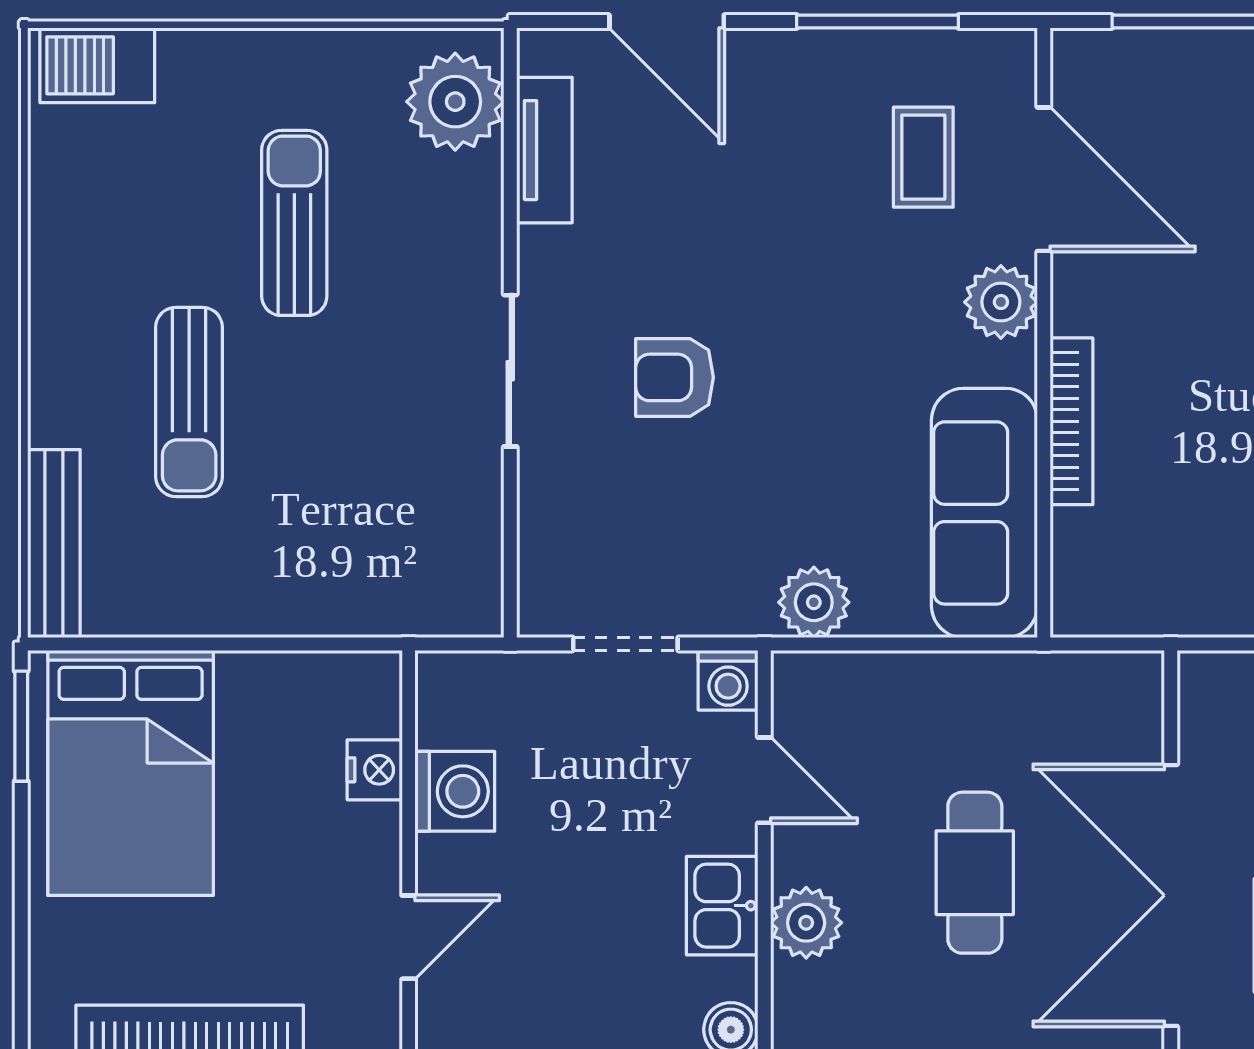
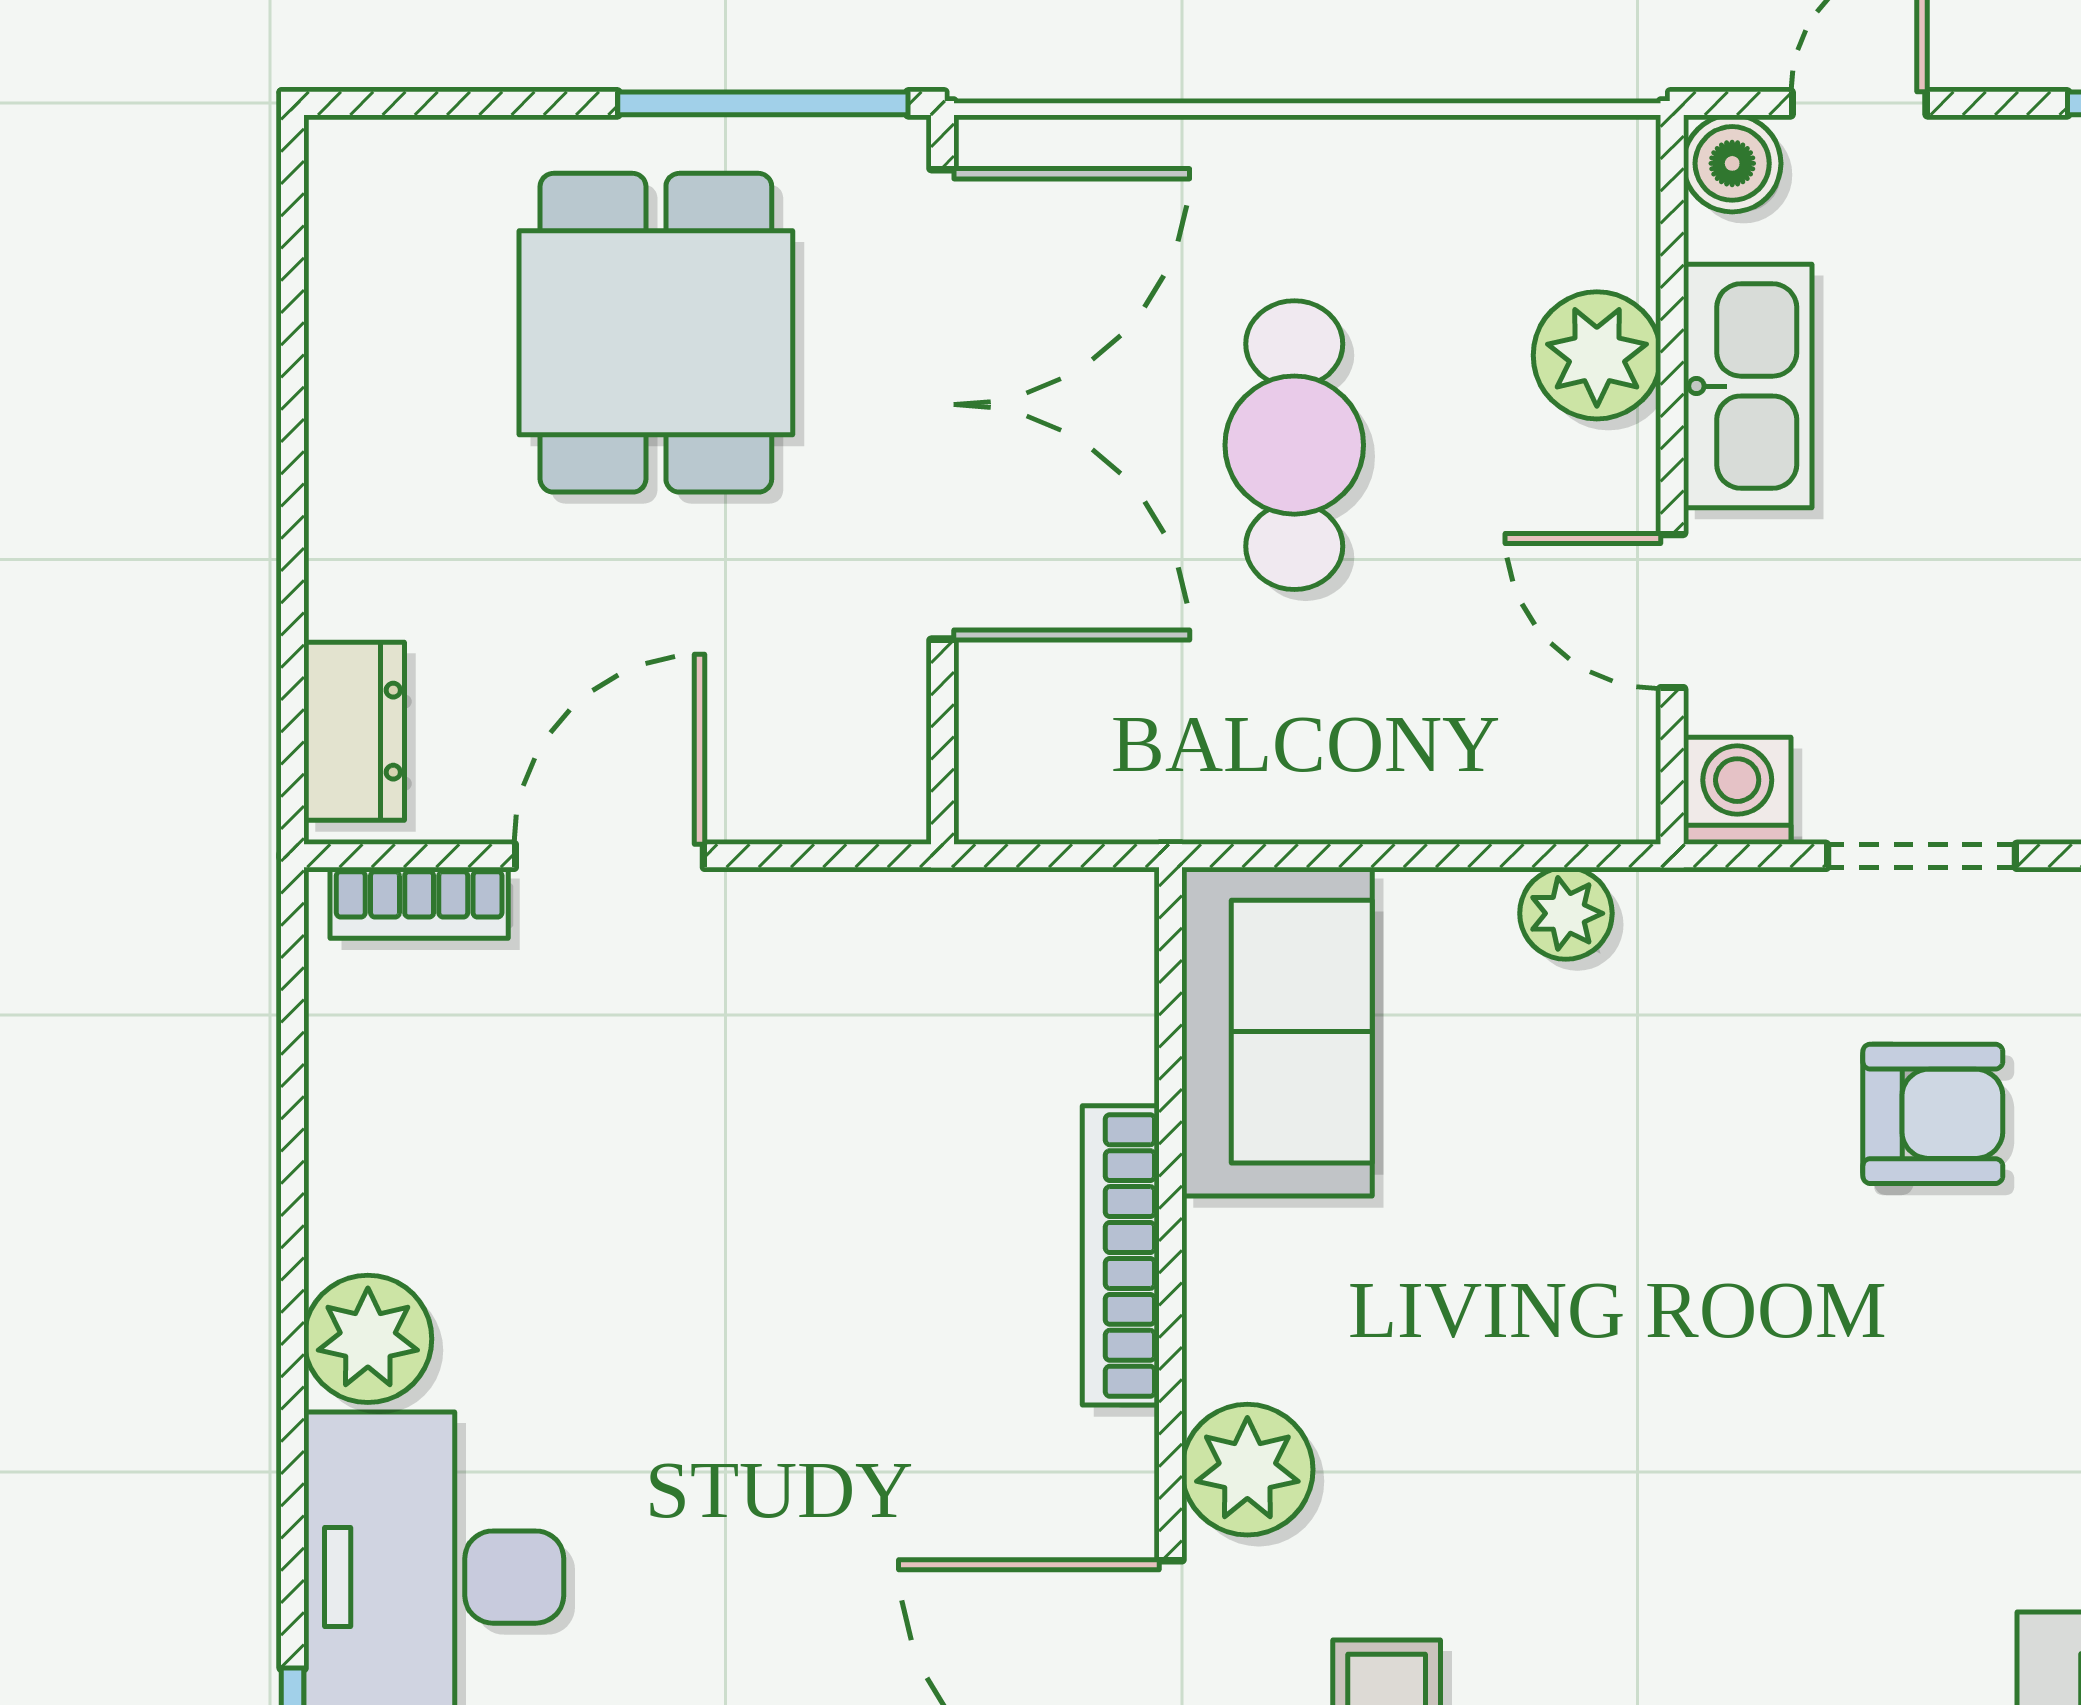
armchair: (675, 377) -> (1933, 1114), moved
sofa: (984, 513) -> (1277, 1032), width x0.73
plant: (814, 602) -> (1566, 913), width x0.73, depth x0.73
kitchen sink: (722, 906) -> (1748, 386), width x1.38

